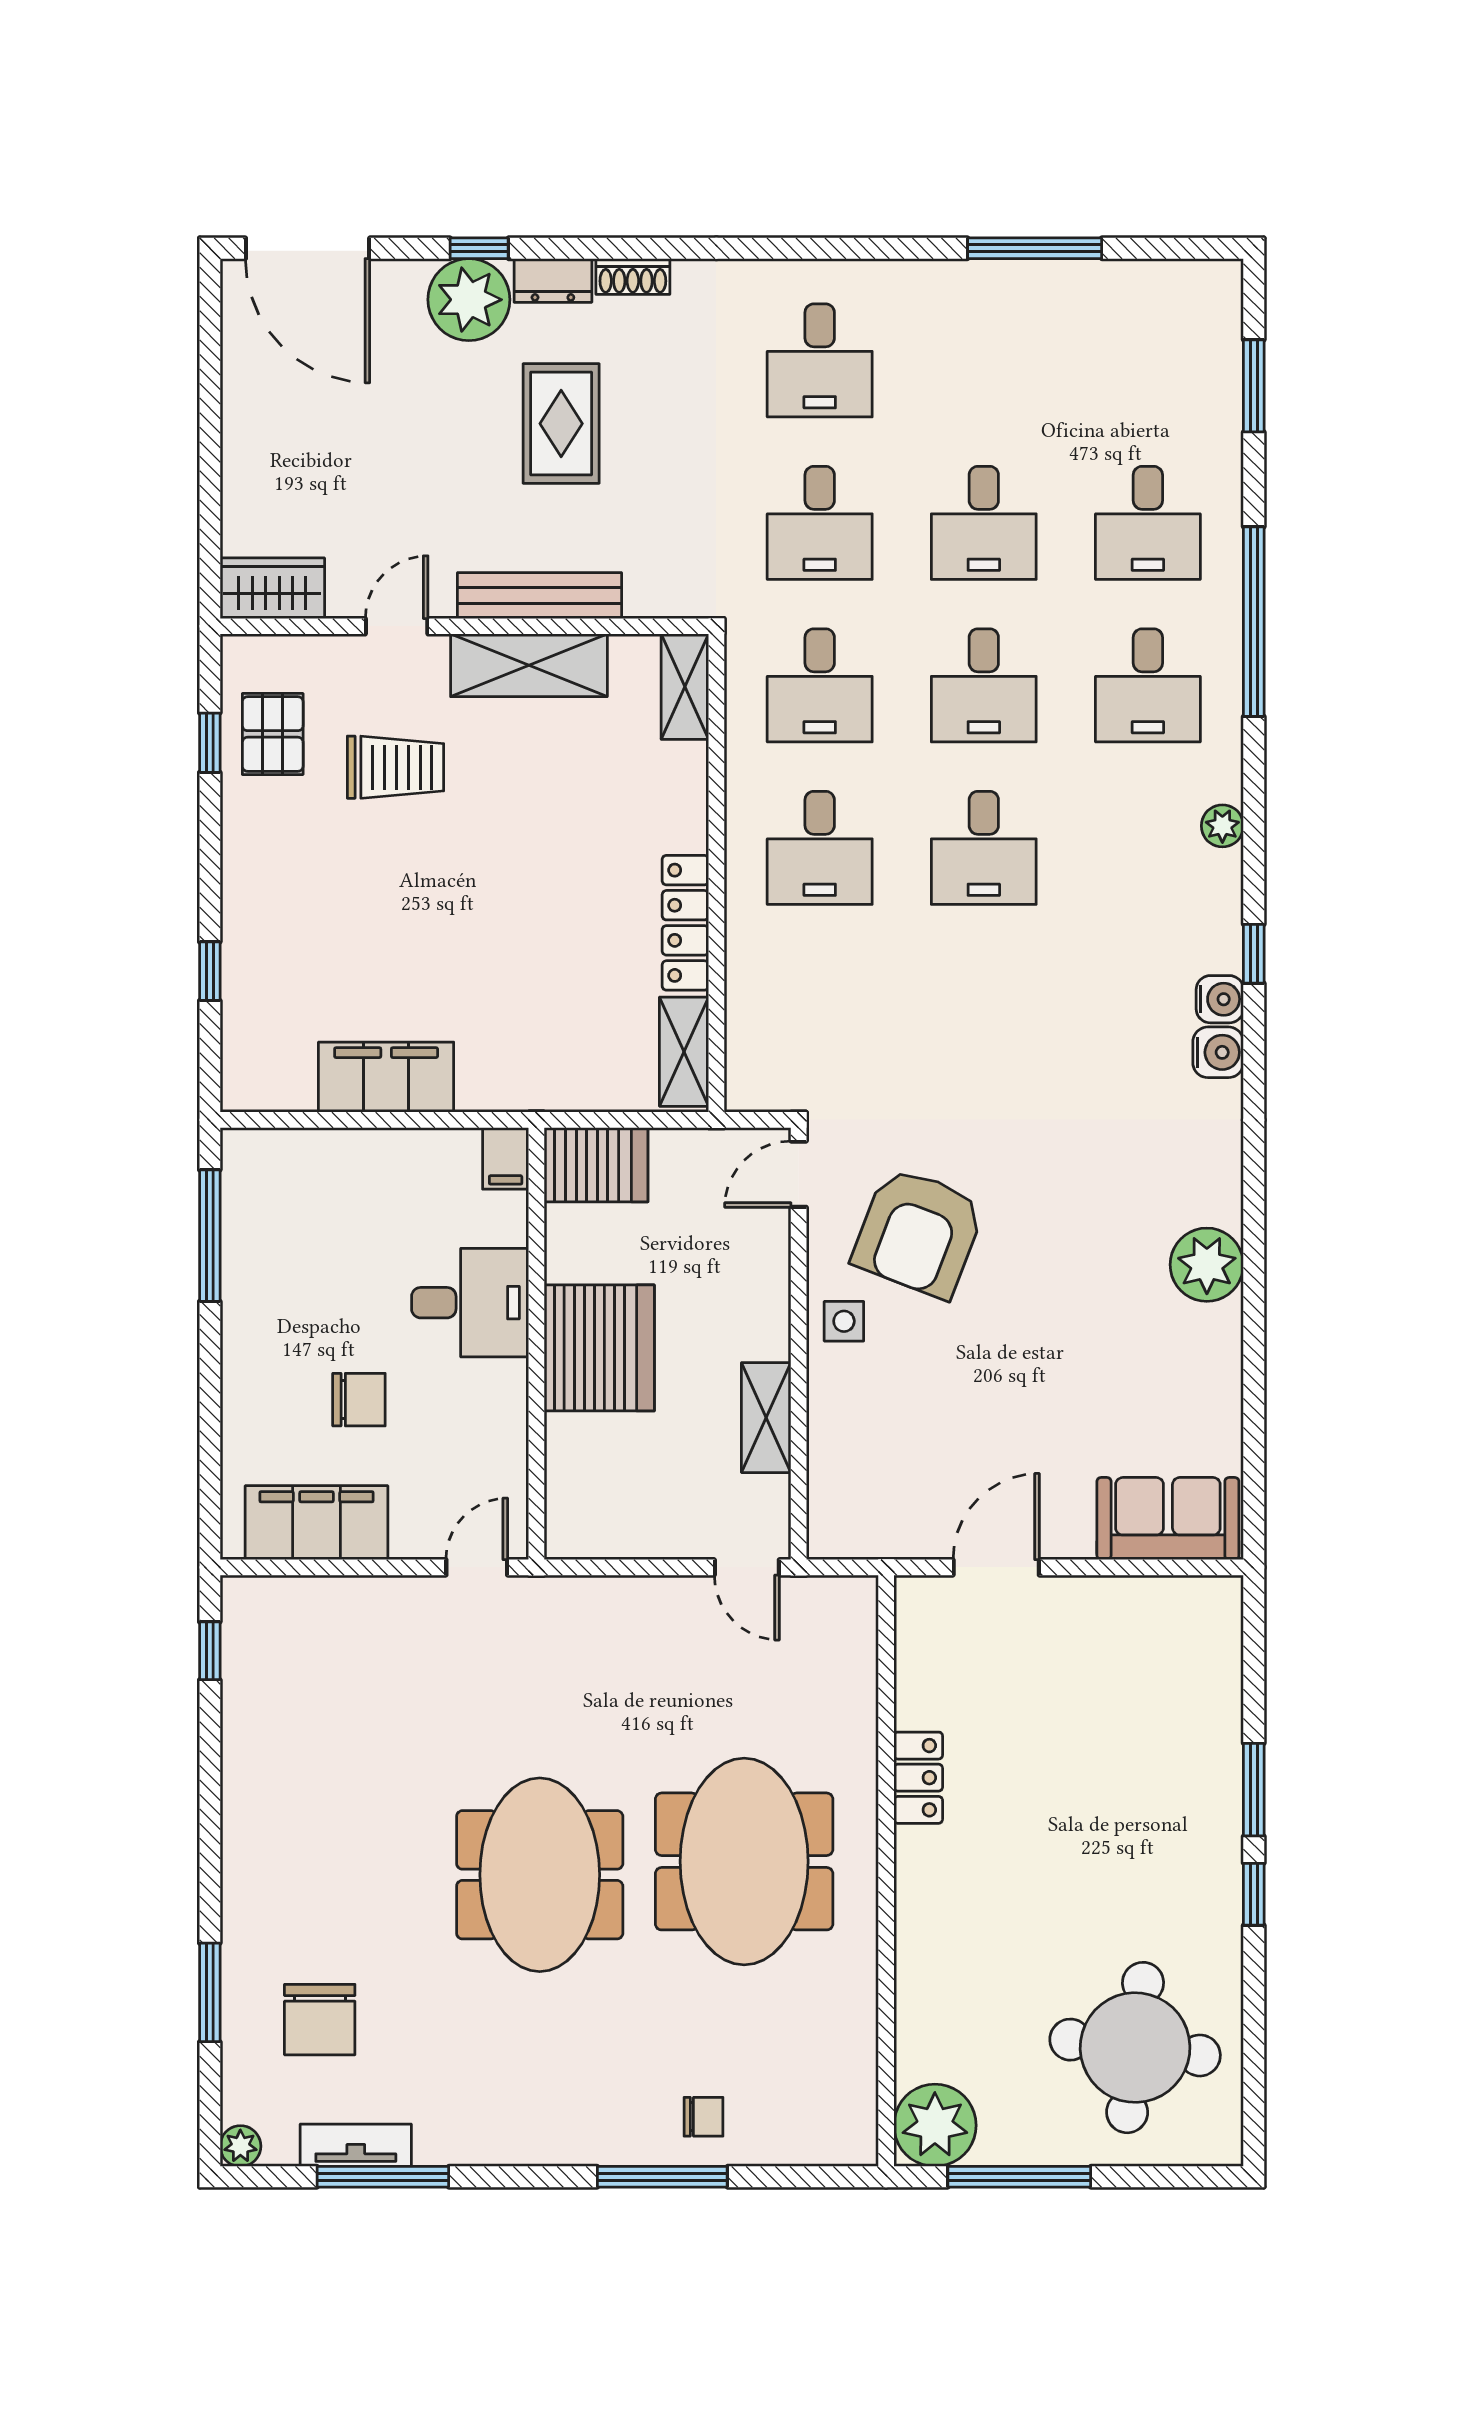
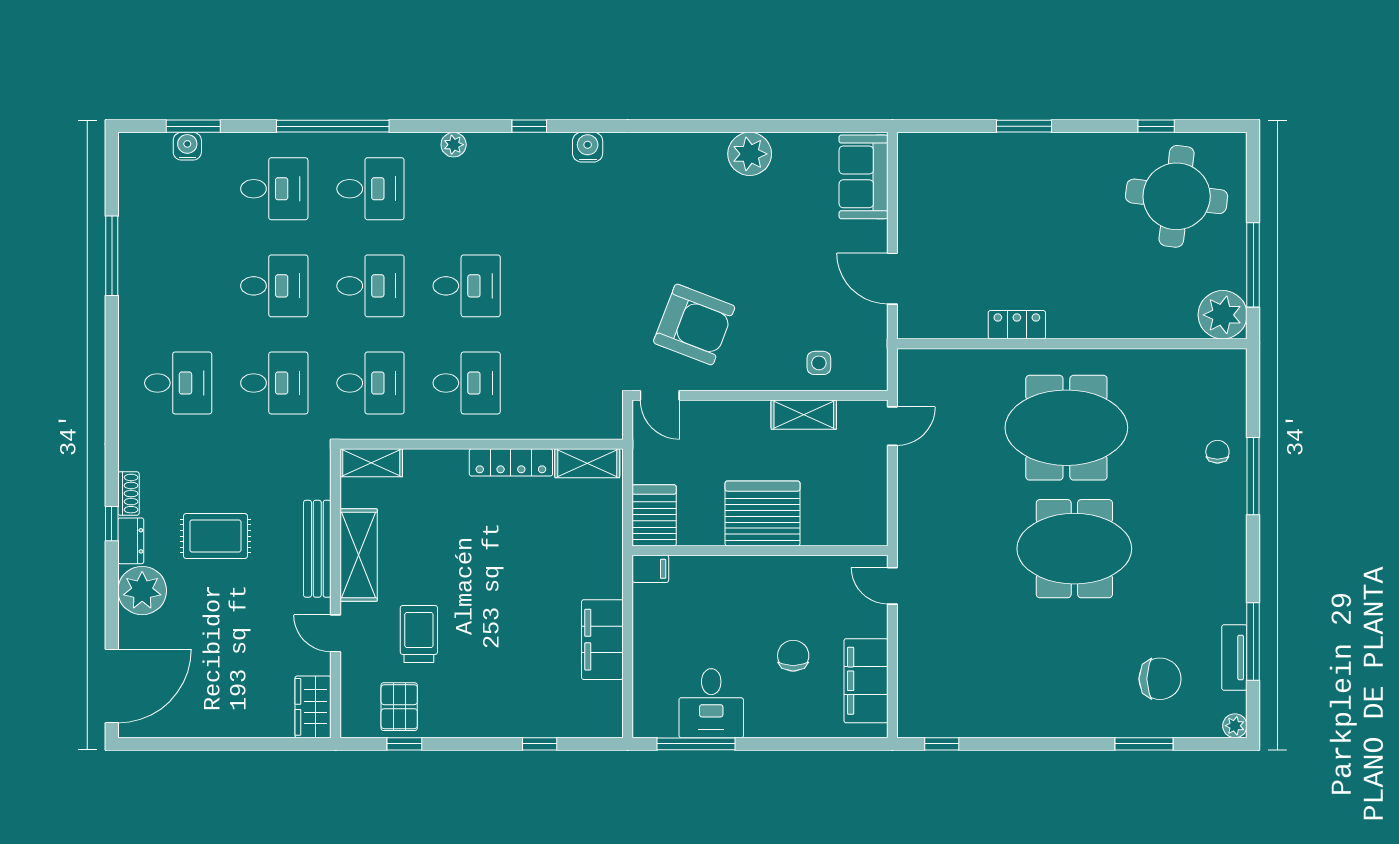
window: (479, 248) -> (112, 524), moved
pallet: (273, 734) -> (399, 707), turned 90
water cooler: (1220, 999) -> (187, 146), moved
plant: (1207, 1265) -> (750, 154), moved
desk: (470, 1303) -> (711, 703), moved, turned 180
side table: (844, 1321) -> (819, 363), moved
window: (1254, 1894) -> (1156, 126), moved

